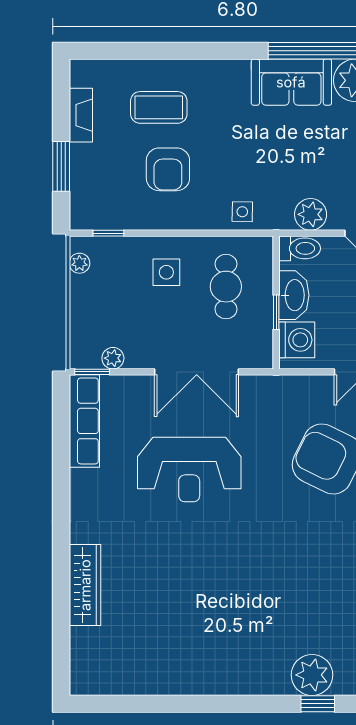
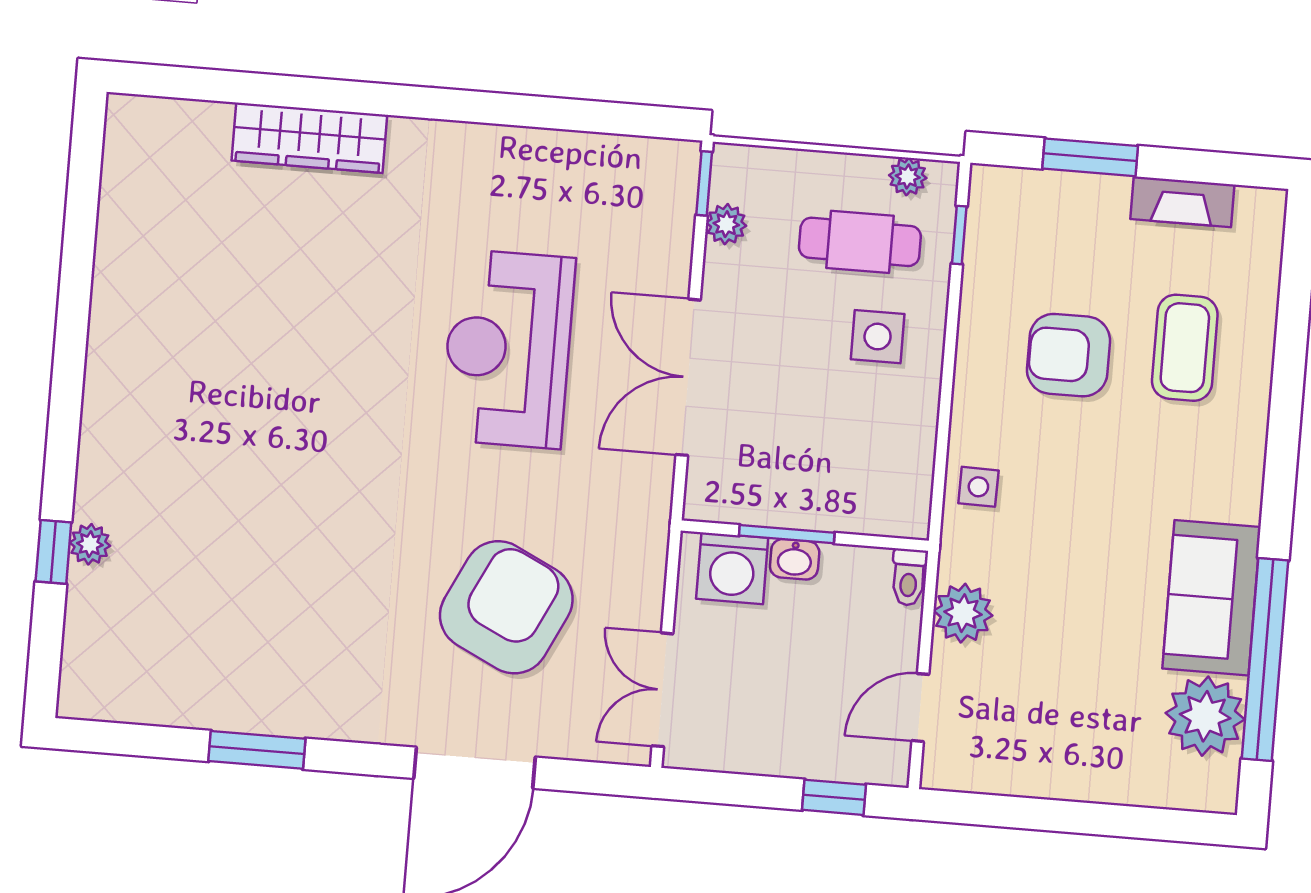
toilet: (300, 248) -> (909, 577), width x0.73, depth x0.72
cafe table: (226, 287) -> (860, 242), moved
washbasin: (294, 295) -> (795, 559), width x0.52, depth x0.69
window: (276, 312) -> (787, 534), width x1.50
row of seats: (84, 421) -> (614, 162), removed
plant: (312, 675) -> (90, 544), width x0.53, depth x0.53

